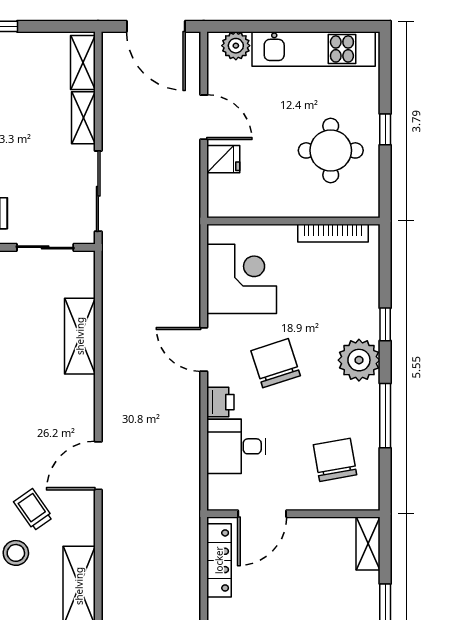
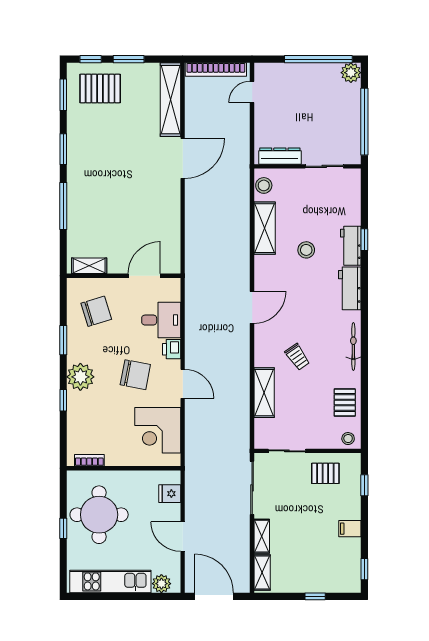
round table: (331, 150) -> (99, 515), width x1.36, depth x1.36
fridge: (223, 159) -> (170, 494), moved
bookcase: (333, 233) -> (89, 460), width x0.64
chair: (276, 363) -> (135, 375), turned -61
window: (385, 416) -> (63, 340), width x0.69
chair: (335, 460) -> (96, 311), turned -97
trolley: (33, 510) -> (297, 357), moved
shelving: (368, 544) -> (89, 266), moved, turned 90
locker: (219, 560) -> (173, 245), removed

